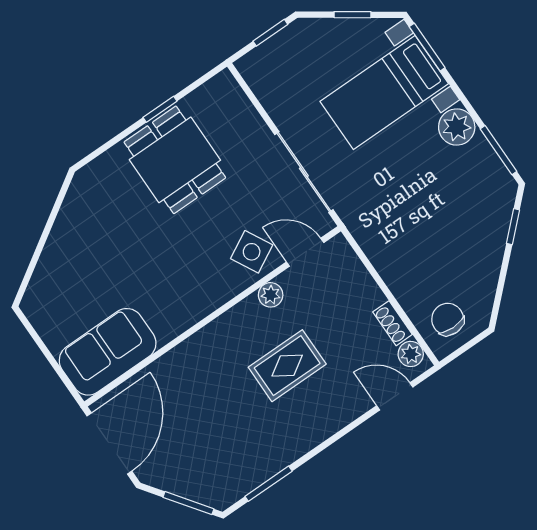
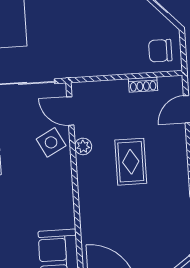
door: (305, 252) -> (70, 111), hinge flipped
plant: (411, 354) -> (168, 85), removed

